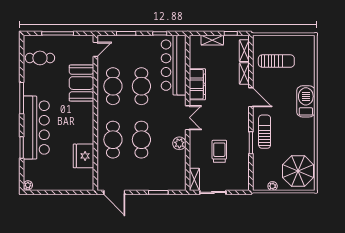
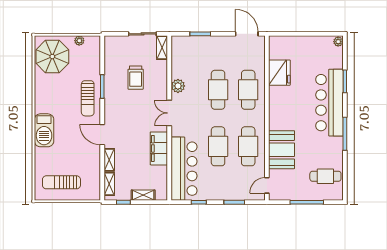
sun lounger: (276, 61) -> (61, 182), moved

